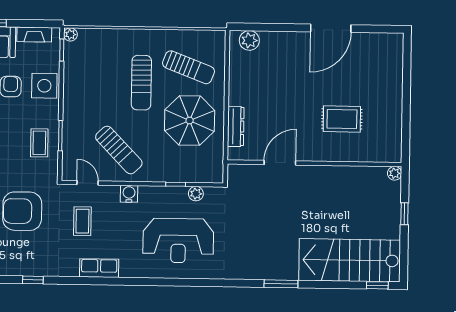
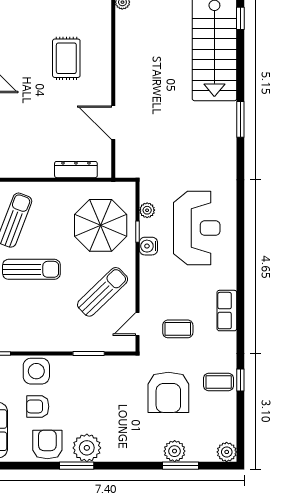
parasol: (190, 120) -> (101, 225), moved
coffee table: (39, 143) -> (219, 382), moved
water cooler: (129, 194) -> (148, 246), moved

